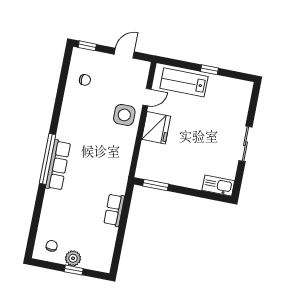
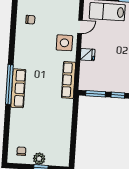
fridge: (156, 128) -> (88, 55), width x0.53, depth x0.75
window: (184, 190) -> (118, 95), added
row of seats: (114, 210) -> (69, 80), moved, width x1.48

